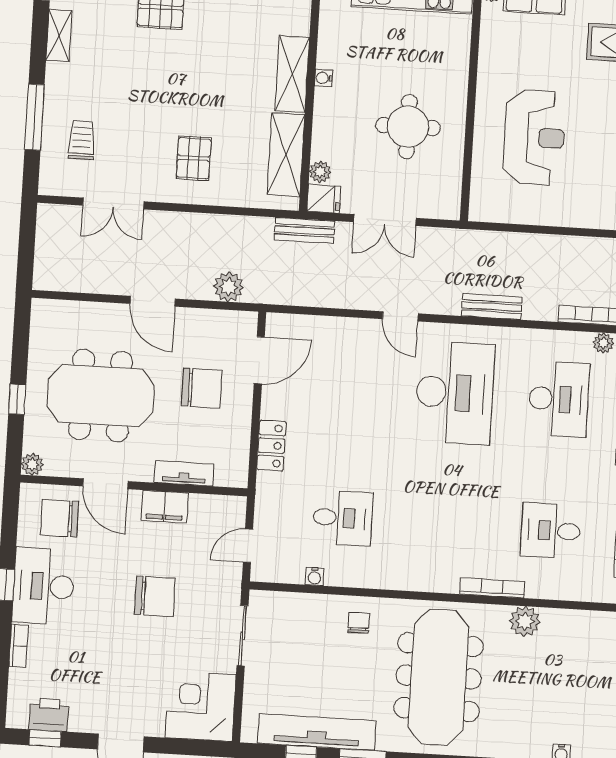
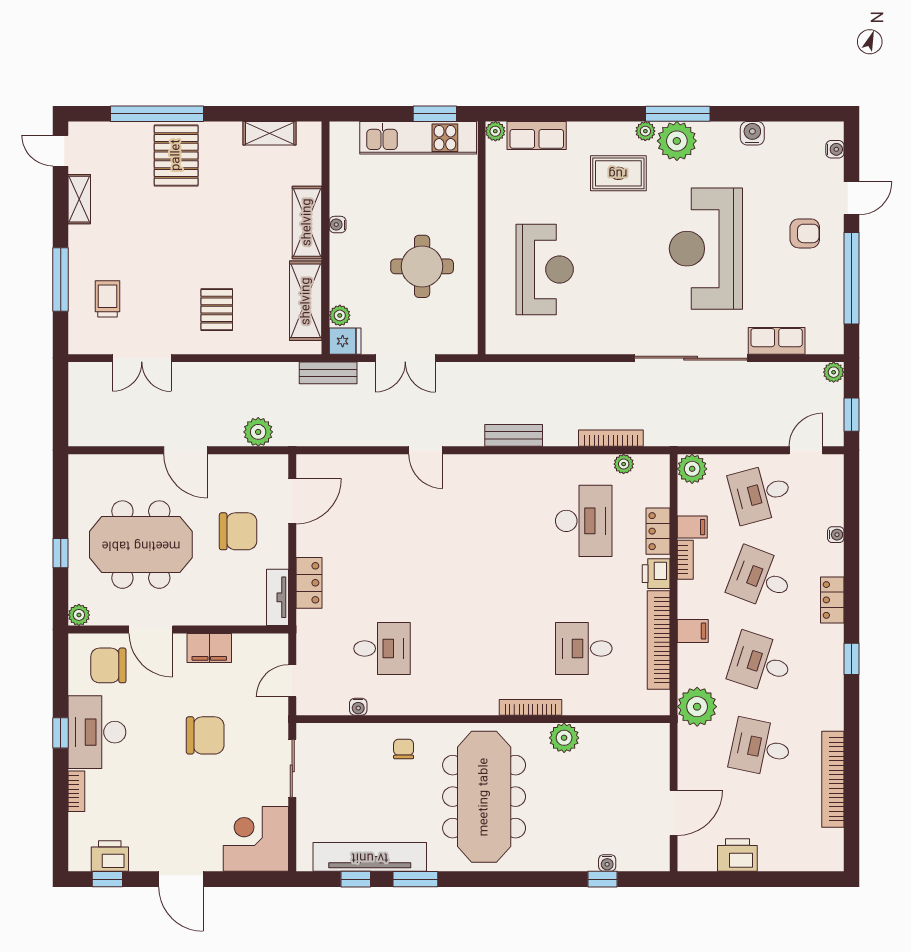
desk: (455, 393) -> (483, 521), removed
tv unit: (184, 473) -> (278, 597), moved, turned -90

